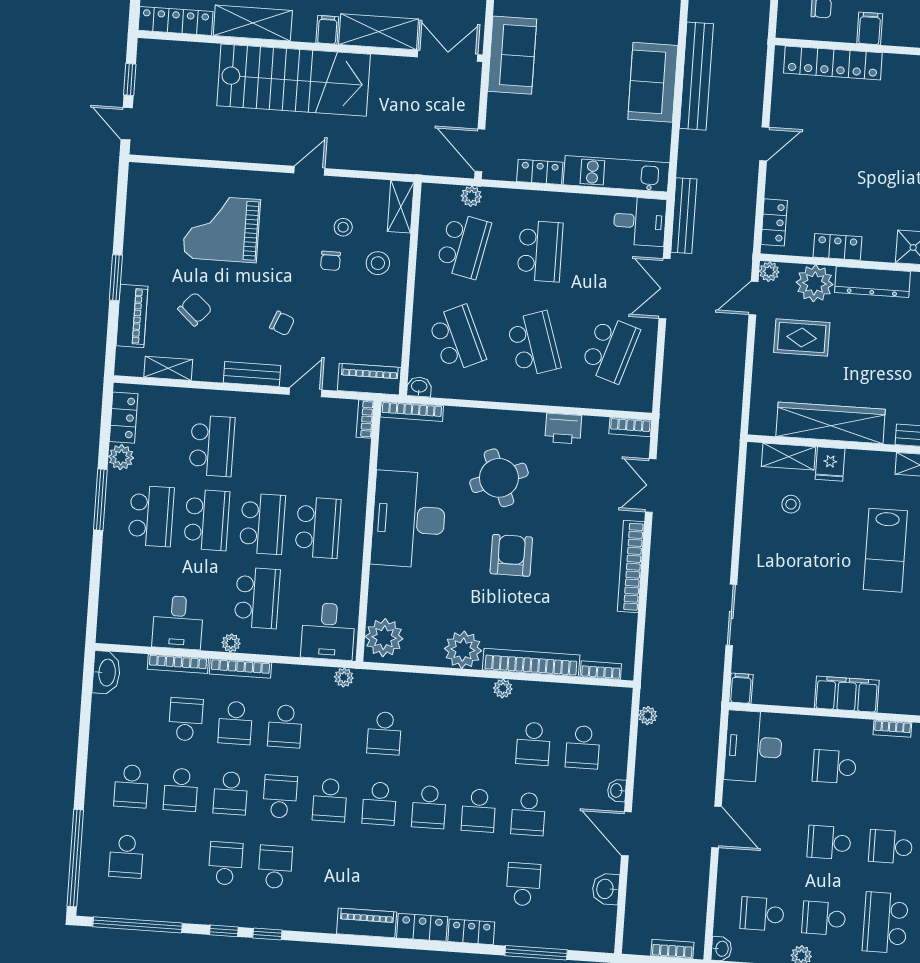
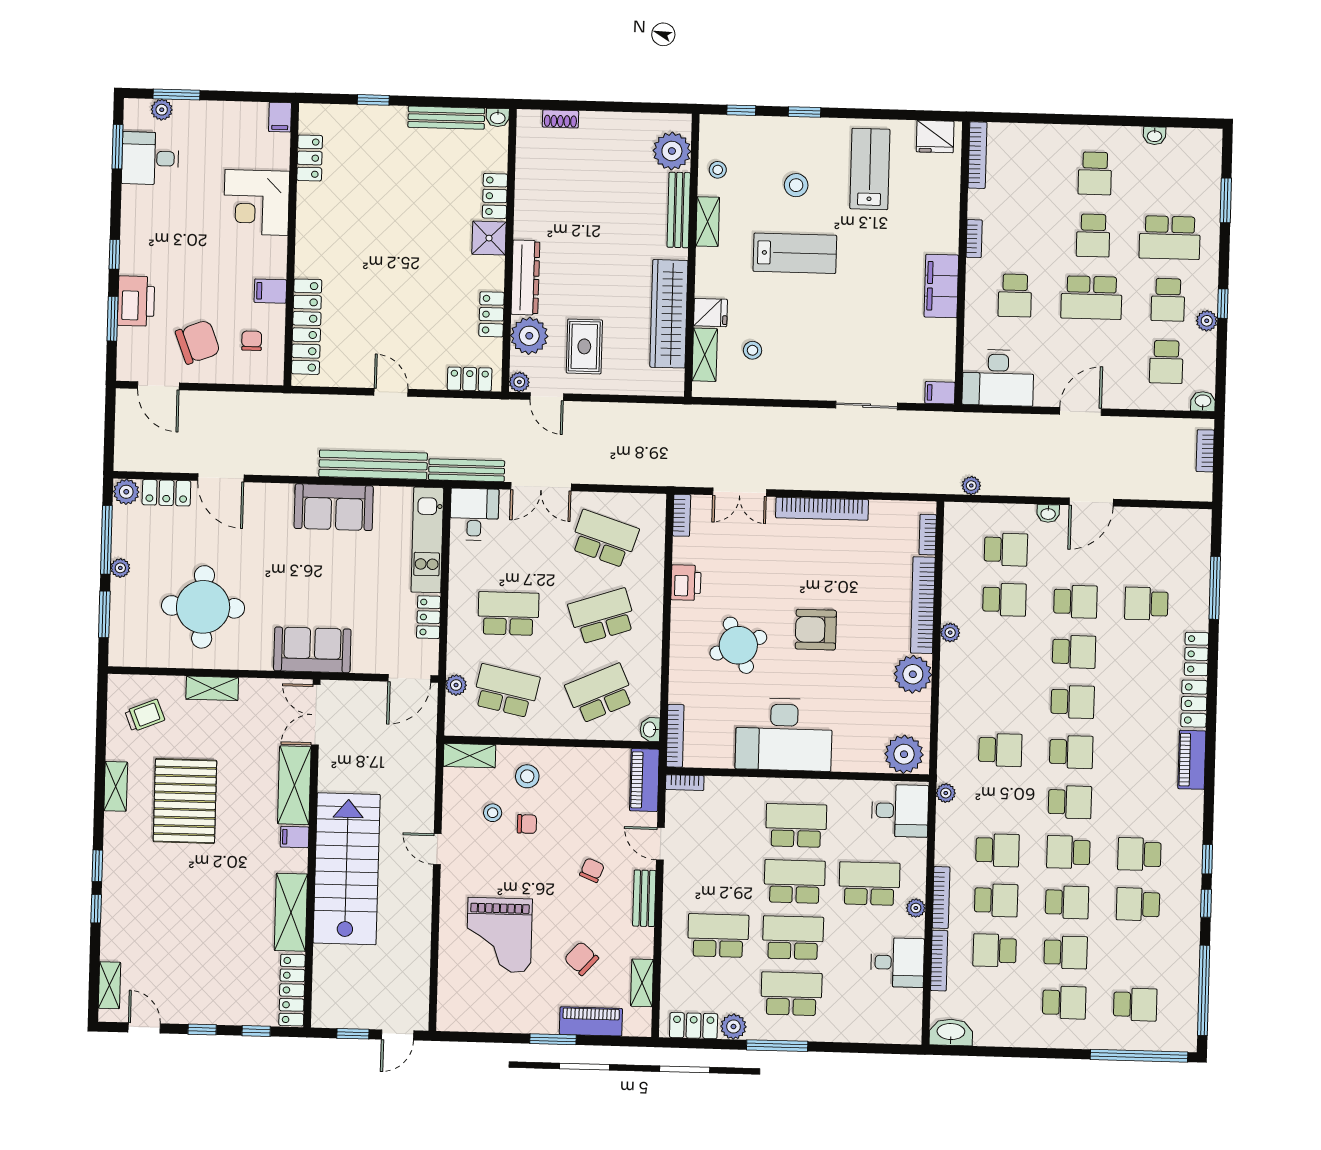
bench: (696, 76) -> (373, 465), moved
school desk: (829, 842) -> (1091, 298), width x1.85
washbasin: (606, 889) -> (1148, 520), removed

